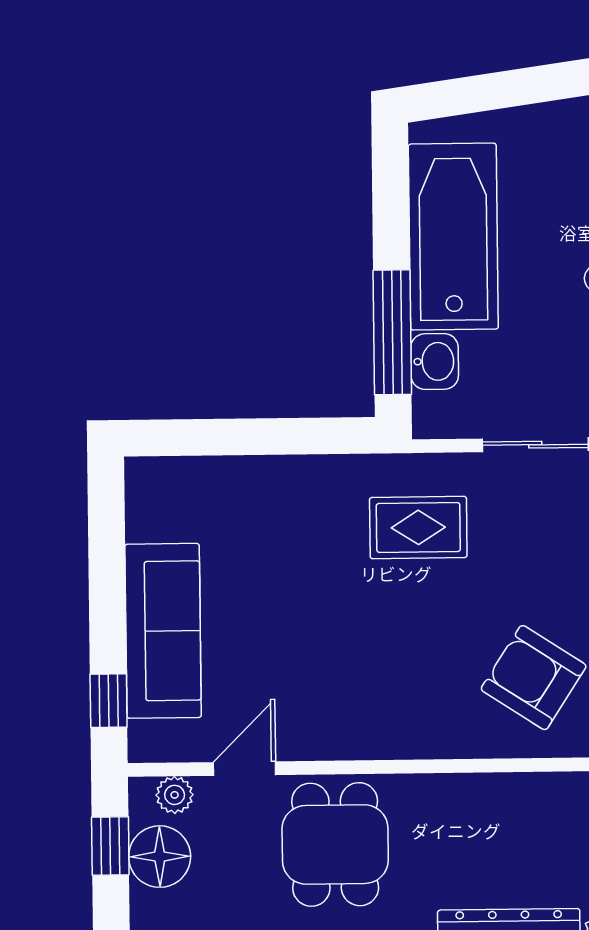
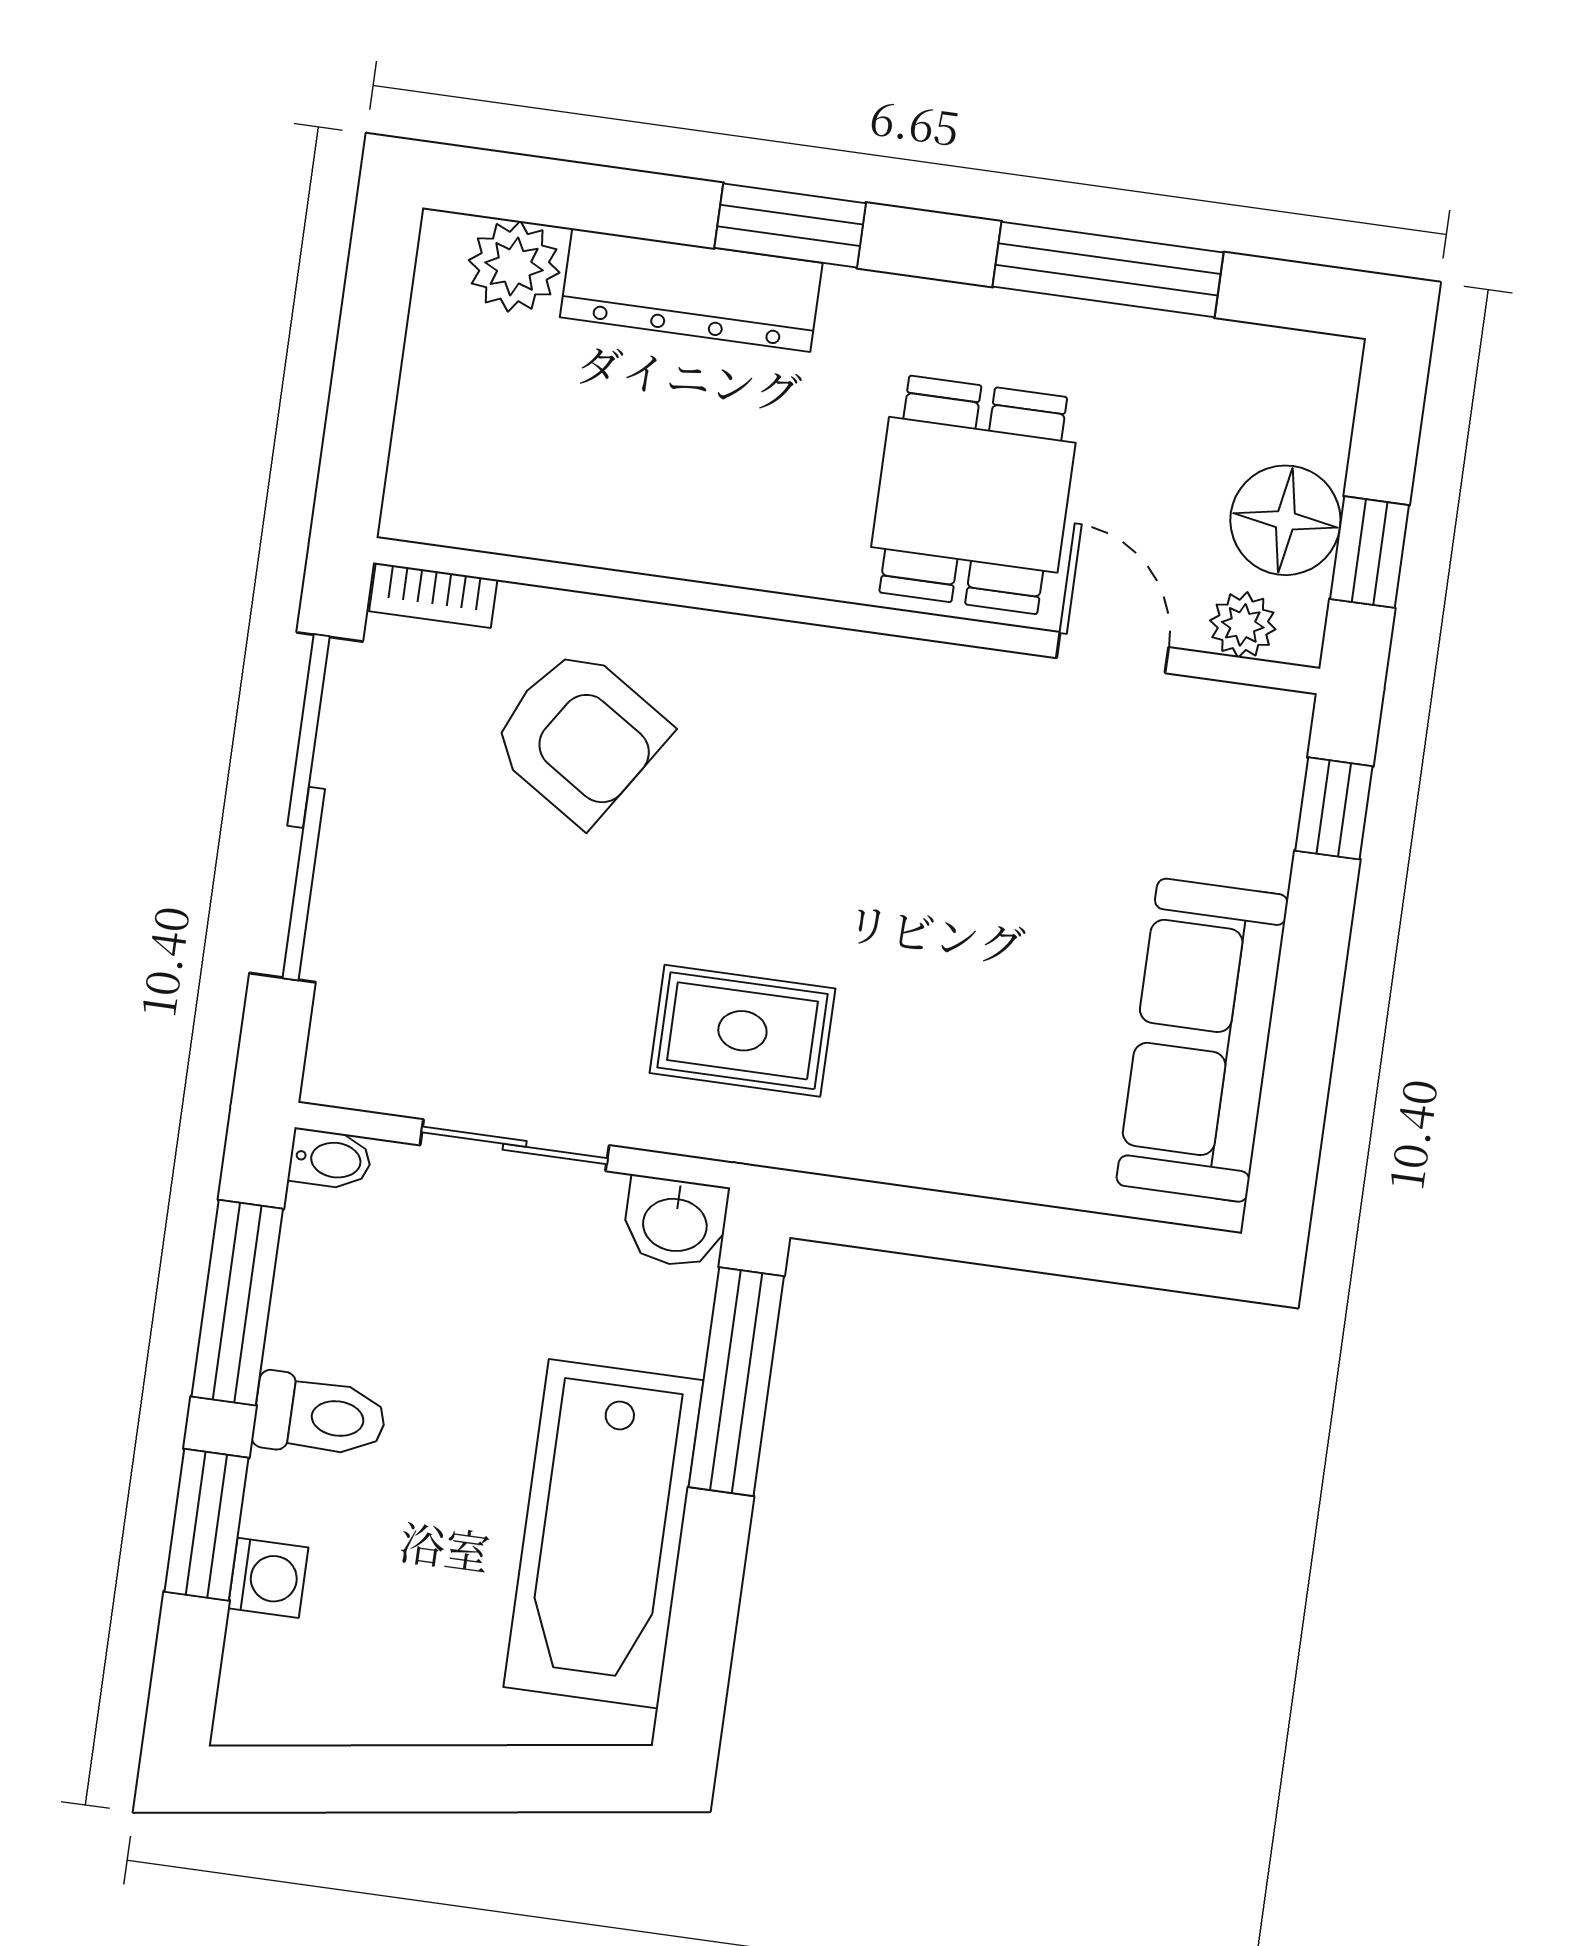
washbasin: (435, 361) -> (675, 1222), moved, turned -90
sofa: (163, 631) -> (1202, 1040), moved
door: (245, 769) -> (1113, 653), swing flipped

